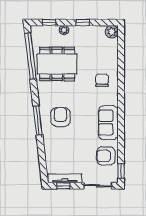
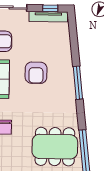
armchair: (60, 117) -> (36, 73), moved

